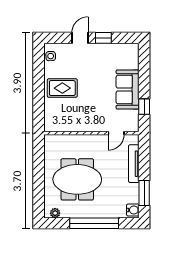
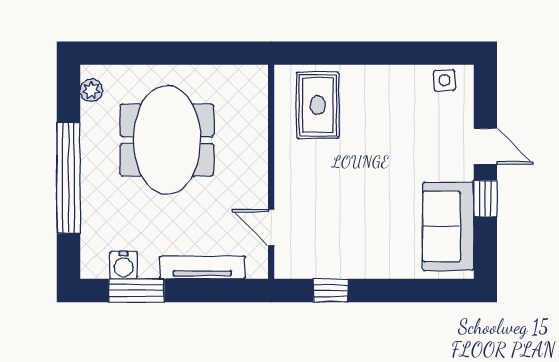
rug: (62, 88) -> (318, 105), moved
sofa: (128, 89) -> (448, 227), moved, turned -90
water cooler: (133, 210) -> (123, 265), moved

